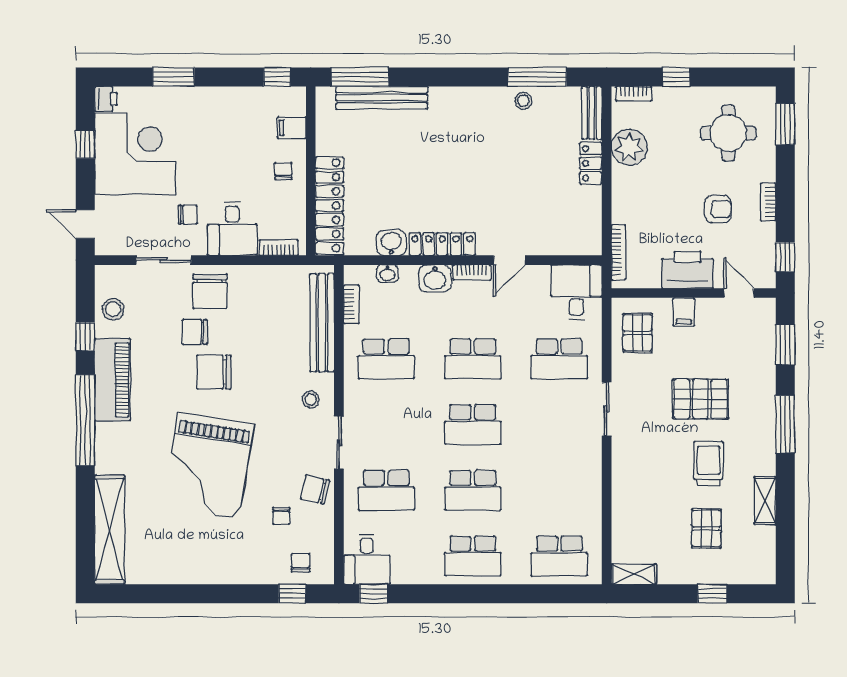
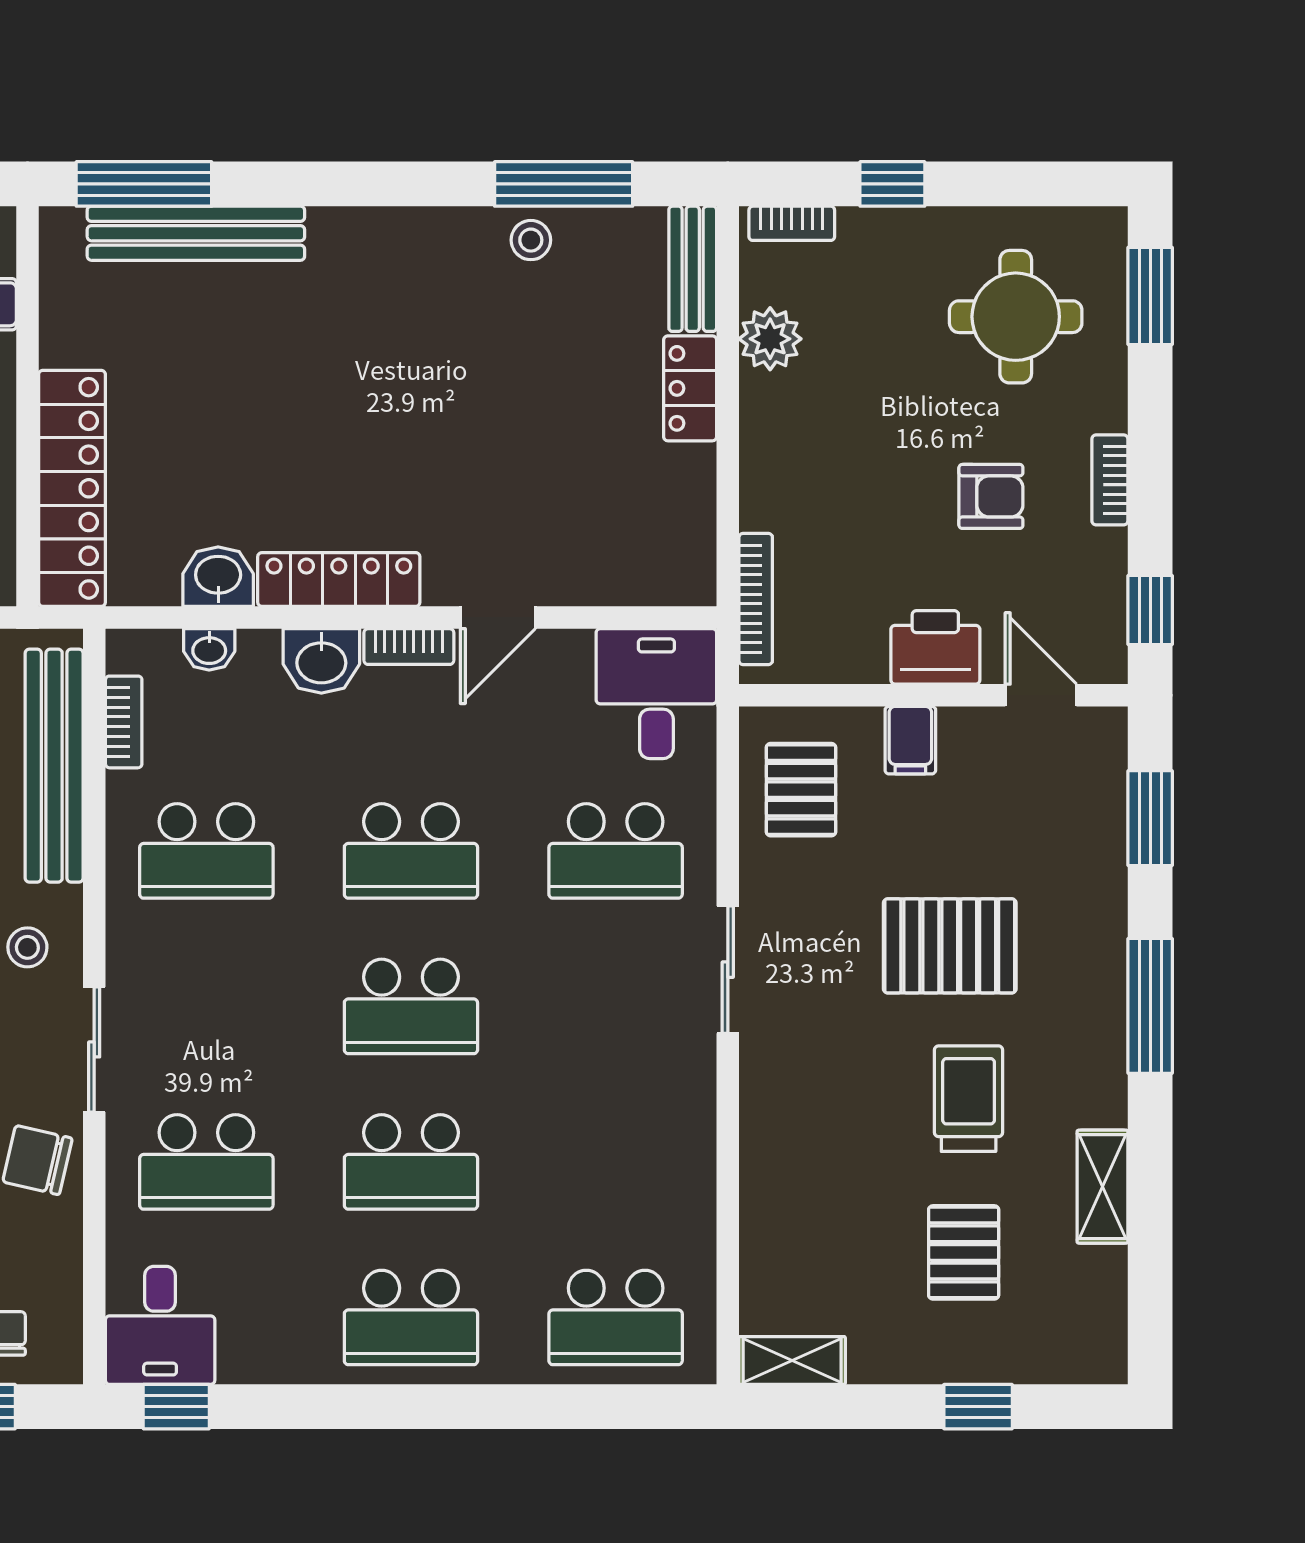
plant: (629, 147) -> (770, 339), width x0.73, depth x0.73
printer: (687, 270) -> (935, 647), width x0.73, depth x0.84

